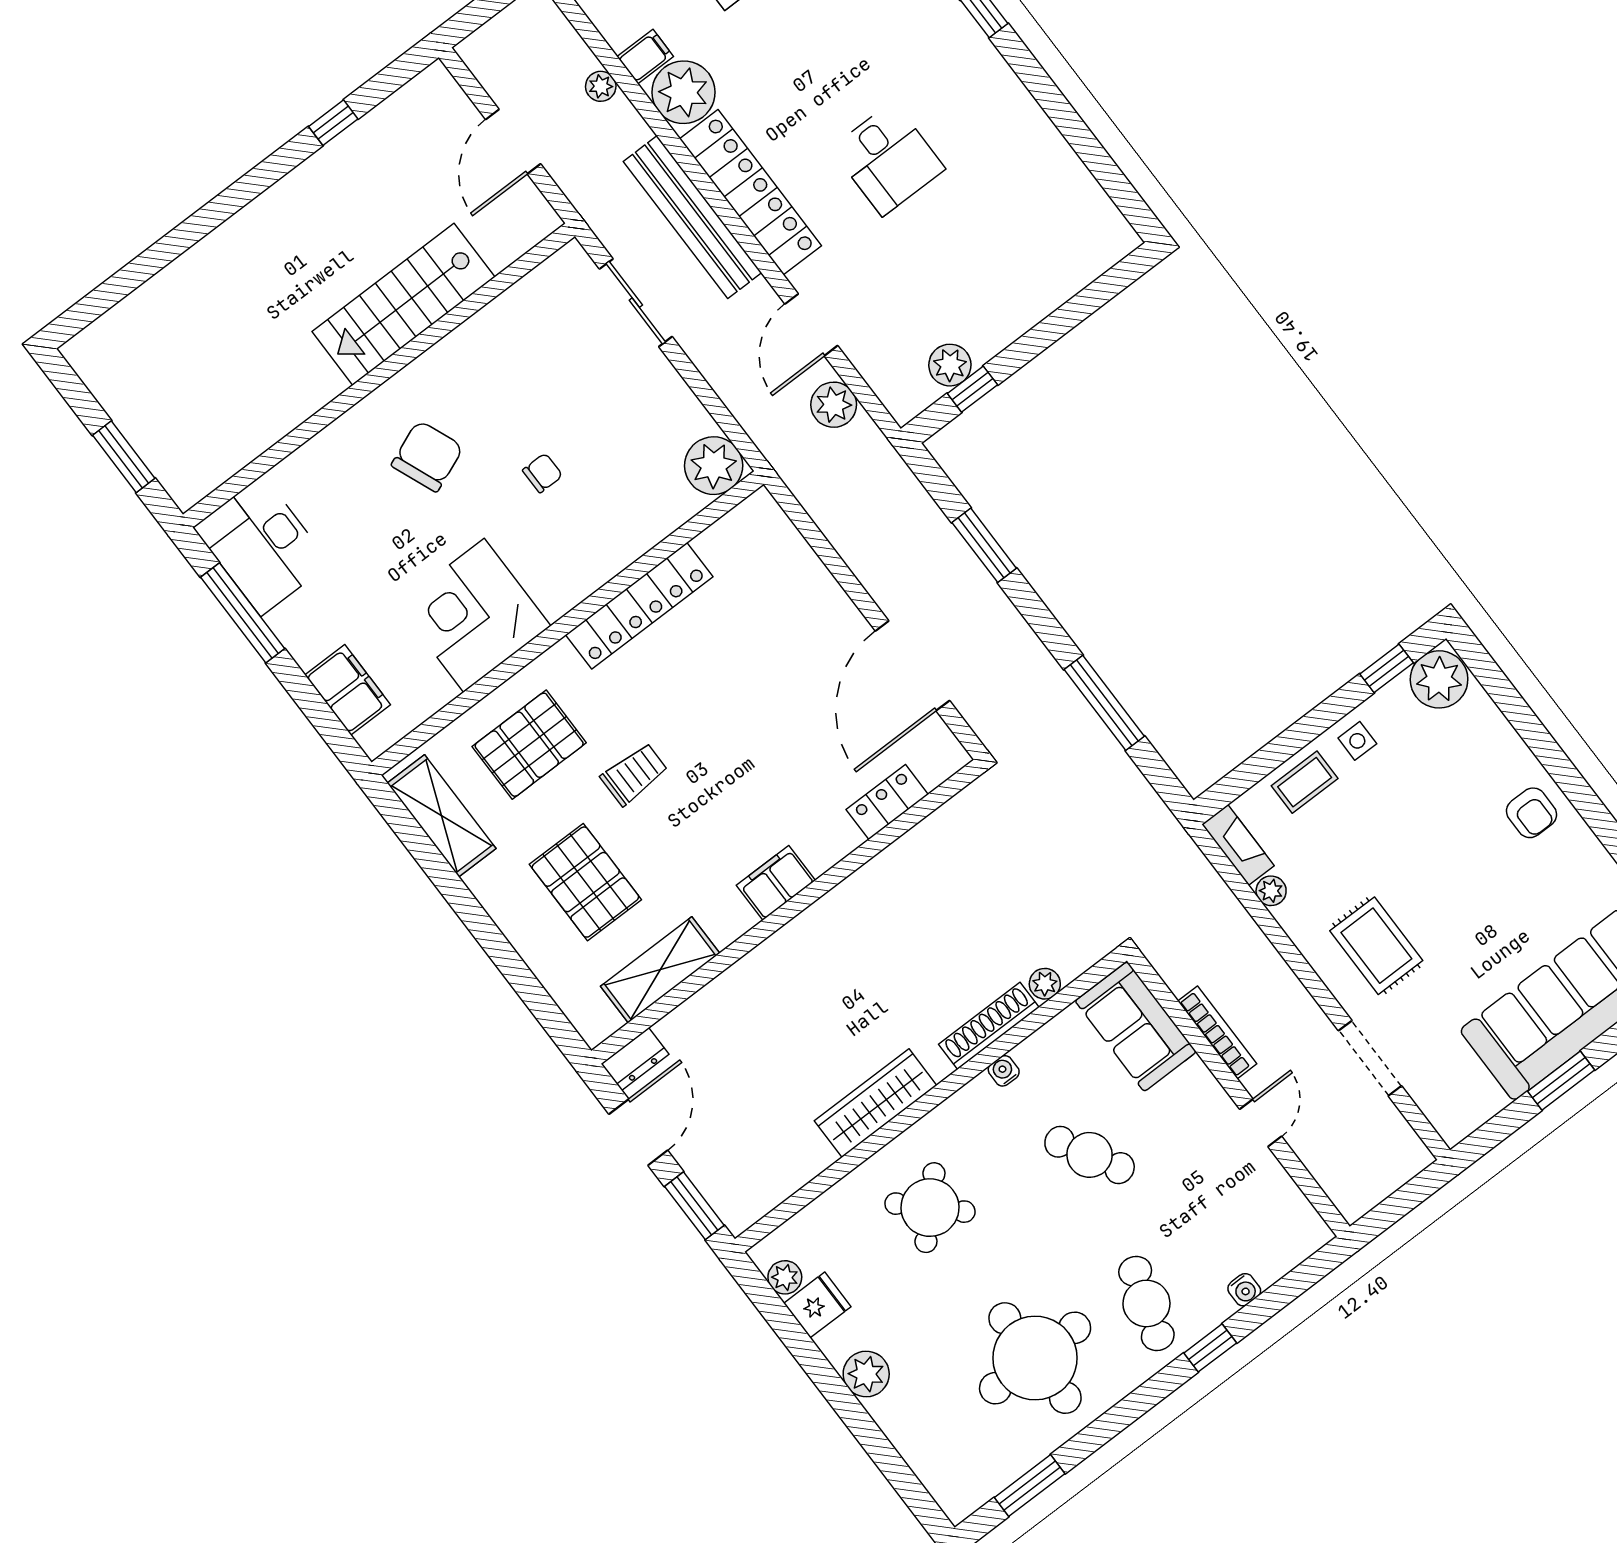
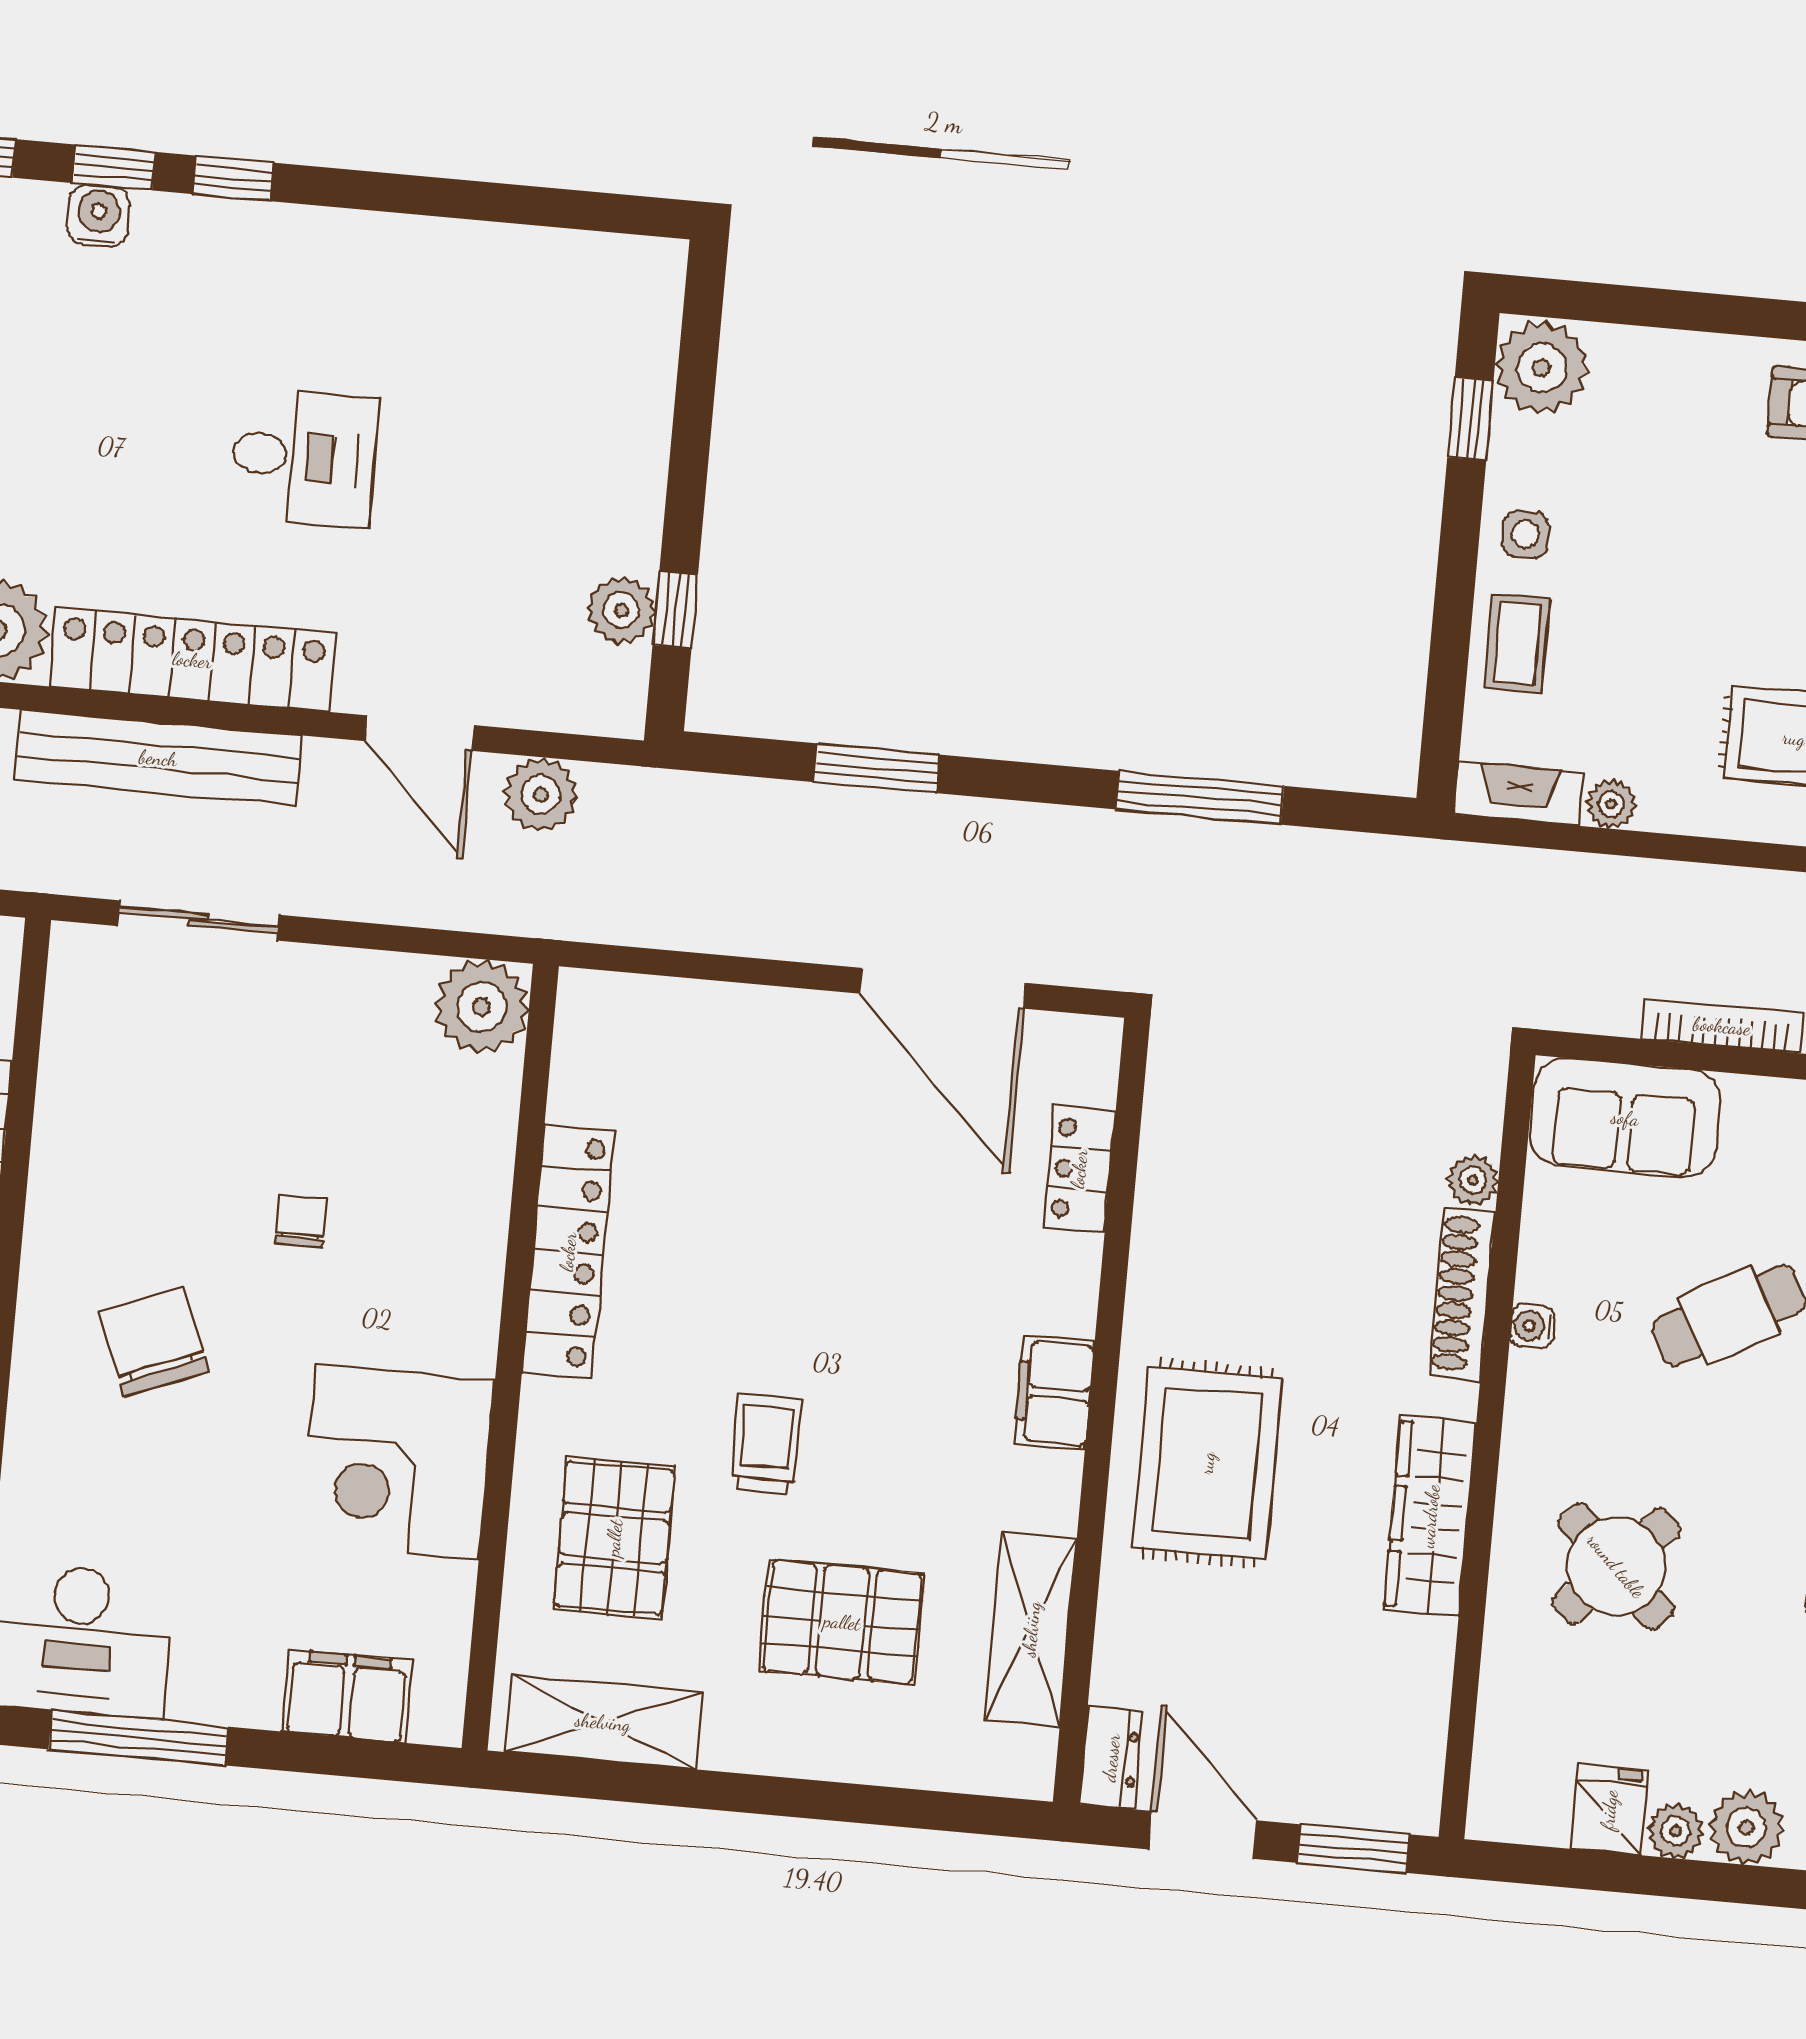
rug: (808, 981) -> (1207, 1463), added
plant: (785, 1277) -> (1676, 1831), moved

